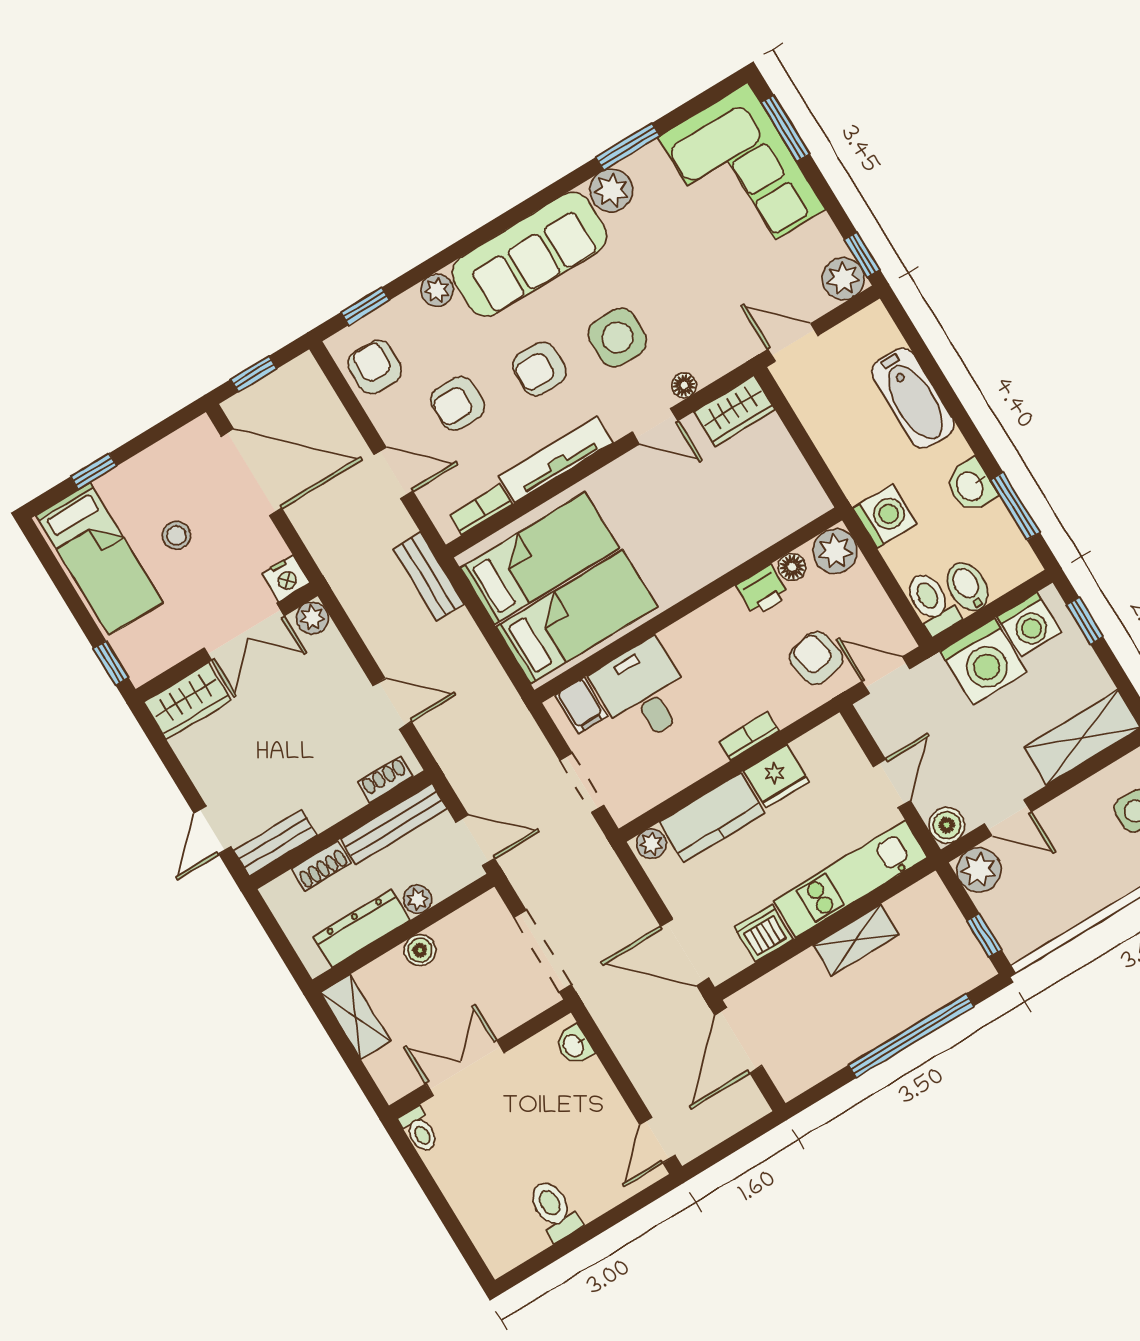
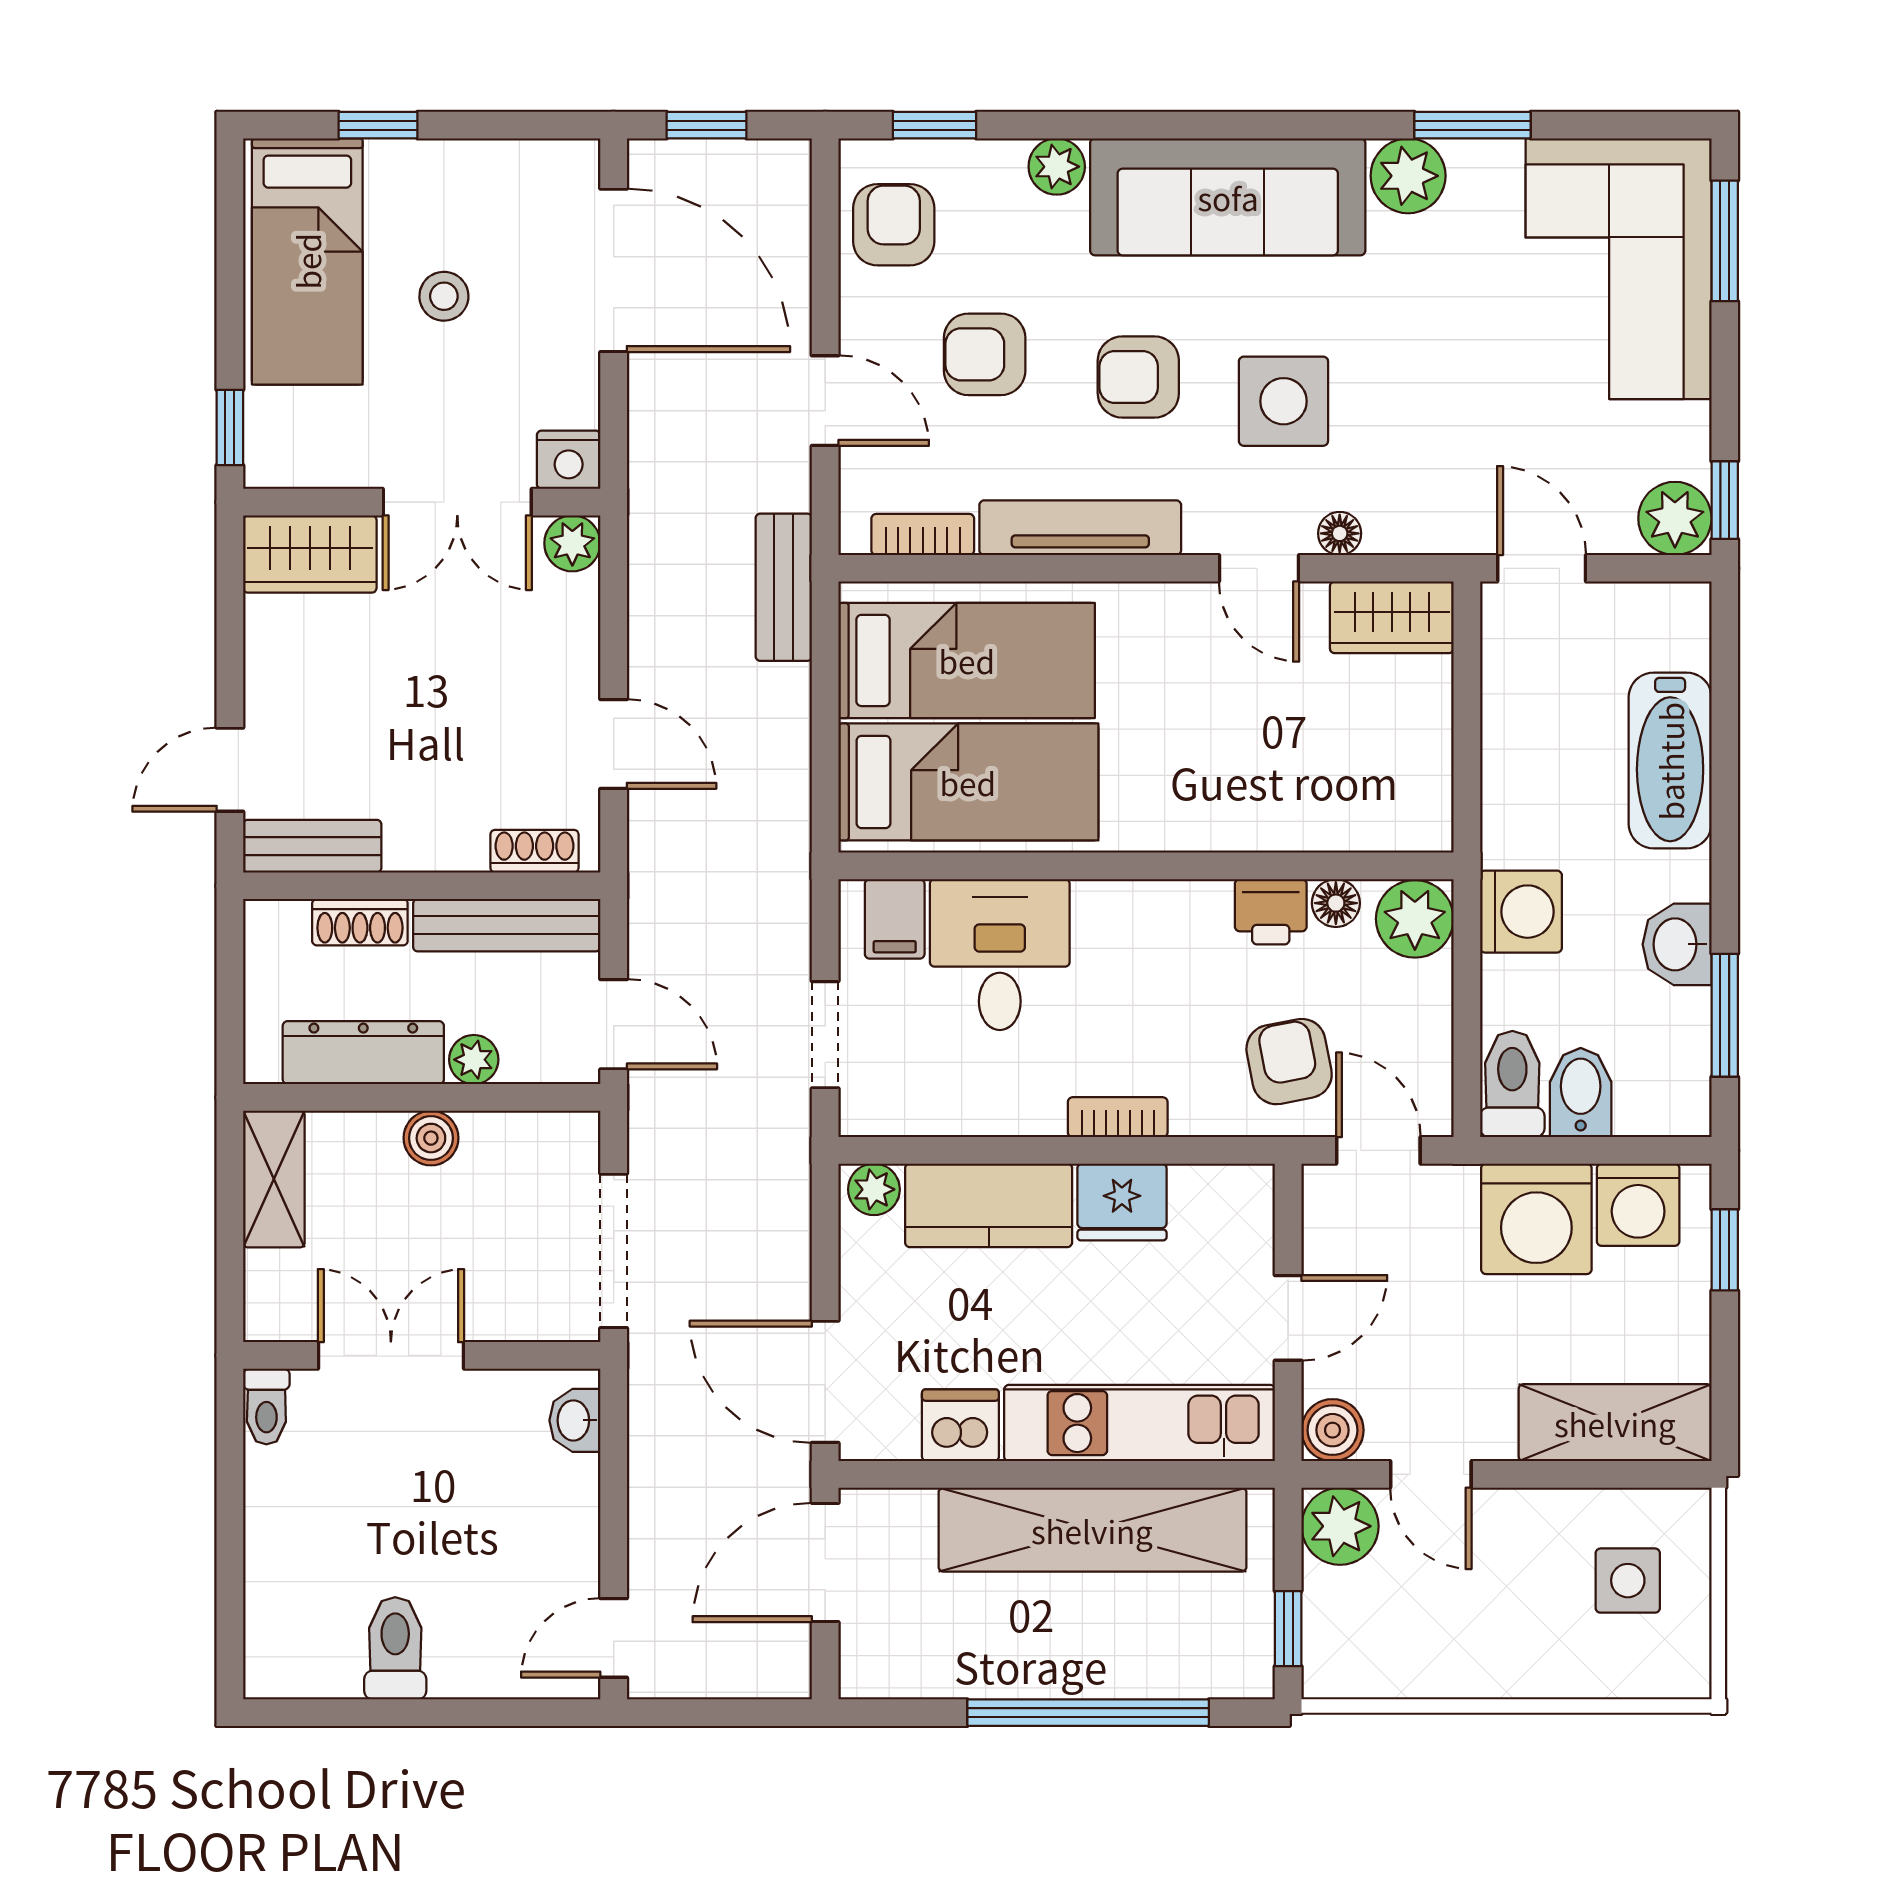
shelving: (856, 940) -> (1092, 1530), width x2.20, depth x1.33

